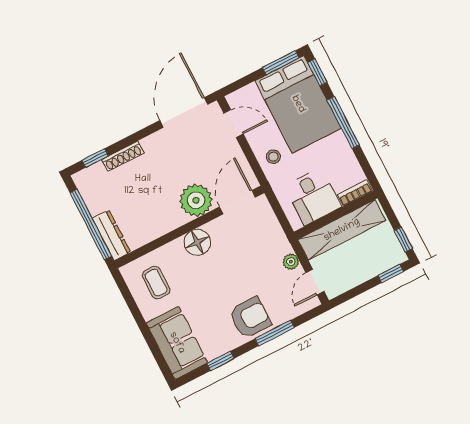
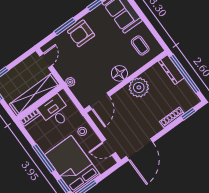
plant: (196, 200) -> (139, 87), moved
plant: (291, 262) -> (70, 82), moved

